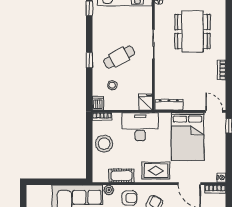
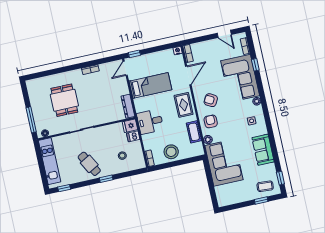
dining table: (192, 32) -> (64, 100), width x0.73
cafe table: (119, 57) -> (89, 164), moved
dishwasher: (98, 103) -> (133, 136), moved
desk: (140, 127) -> (150, 122), width x0.73
bed: (187, 137) -> (150, 85), width x0.67

